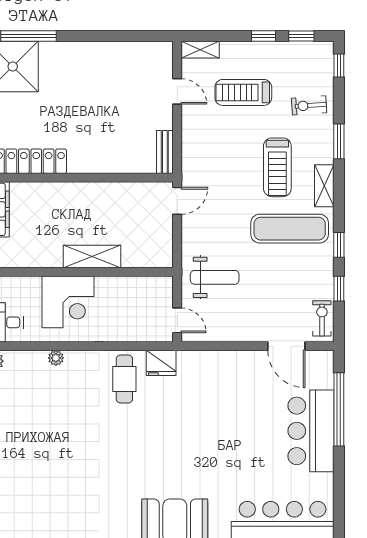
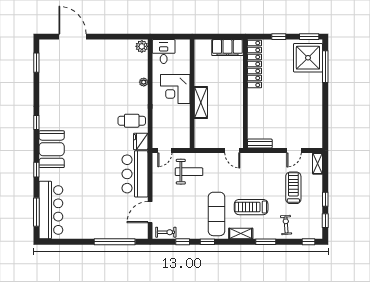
weight bench: (215, 277) -> (189, 172), turned -90
bar counter: (311, 431) -> (135, 174), moved, turned -90

